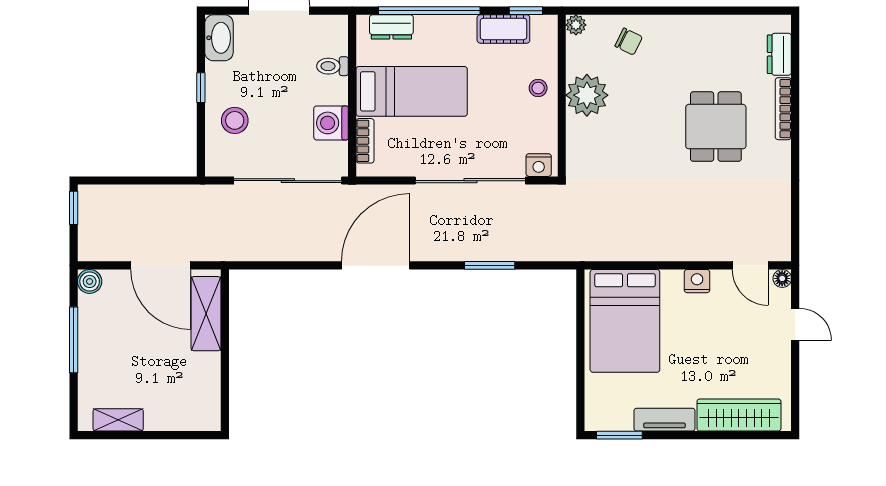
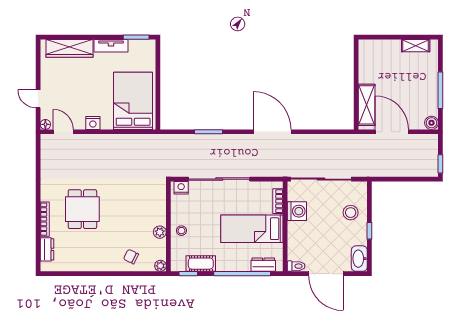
toilet: (332, 66) -> (296, 266), moved
plant: (587, 95) -> (160, 232), width x0.53, depth x0.53
door: (376, 265) -> (272, 132), swing flipped

